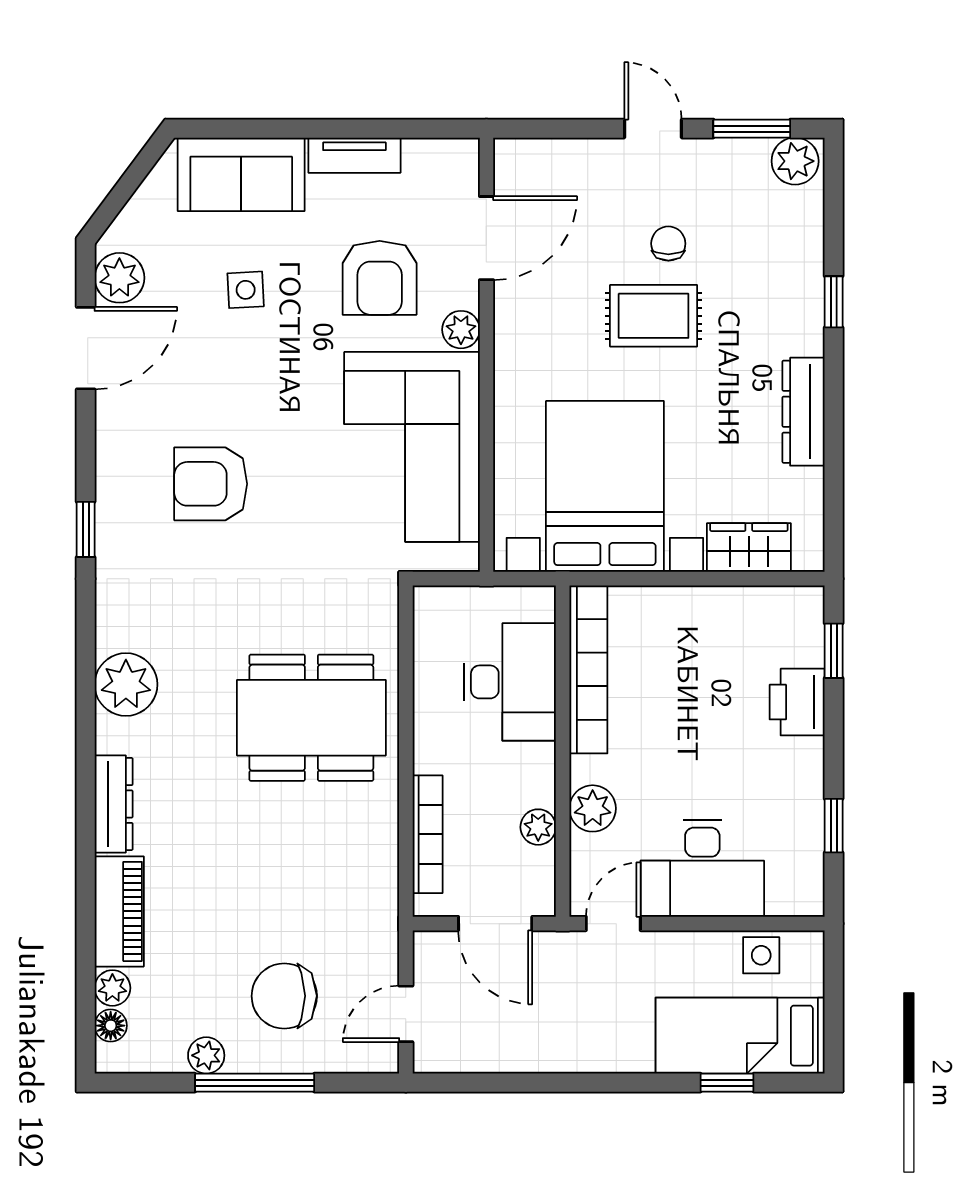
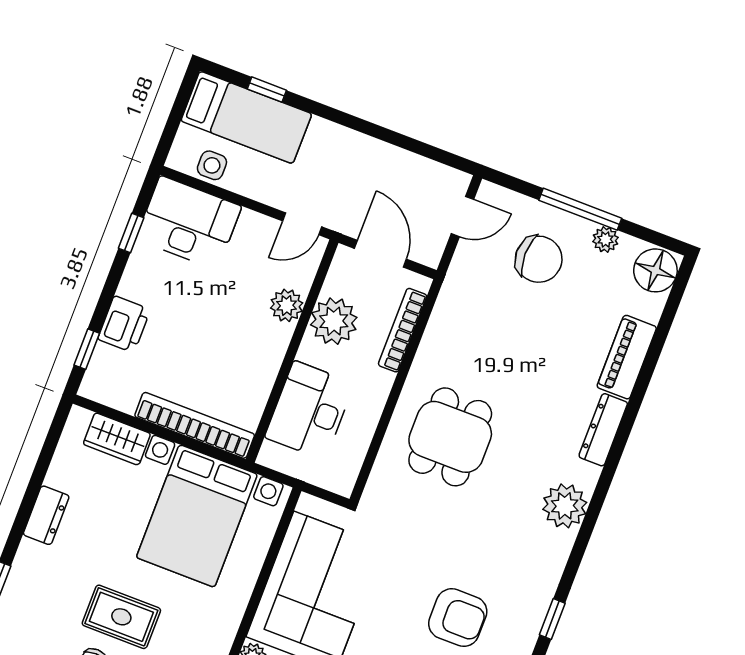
dresser: (804, 412) -> (46, 515), width x0.70
bookcase: (588, 669) -> (195, 425), moved, turned 90
dining table: (311, 718) -> (450, 437), width x0.73
plant: (538, 827) -> (334, 321), width x1.88, depth x1.88
desk: (702, 868) -> (189, 223), moved
plant: (112, 988) -> (651, 308), removed
floor lamp: (111, 1026) -> (655, 270), width x1.89, depth x1.89

